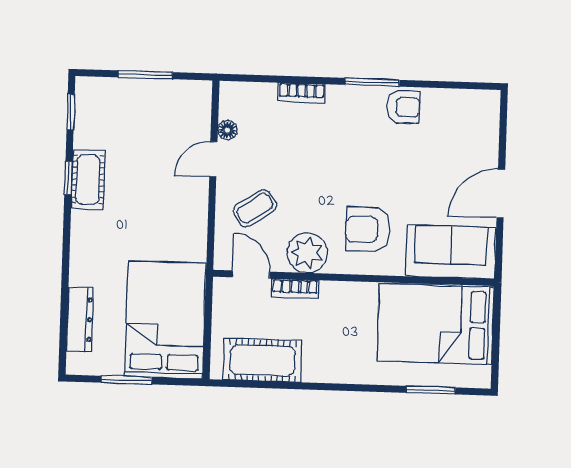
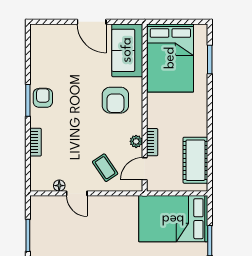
armchair: (403, 107) -> (43, 98), moved
plant: (307, 253) -> (136, 141), width x0.53, depth x0.53

